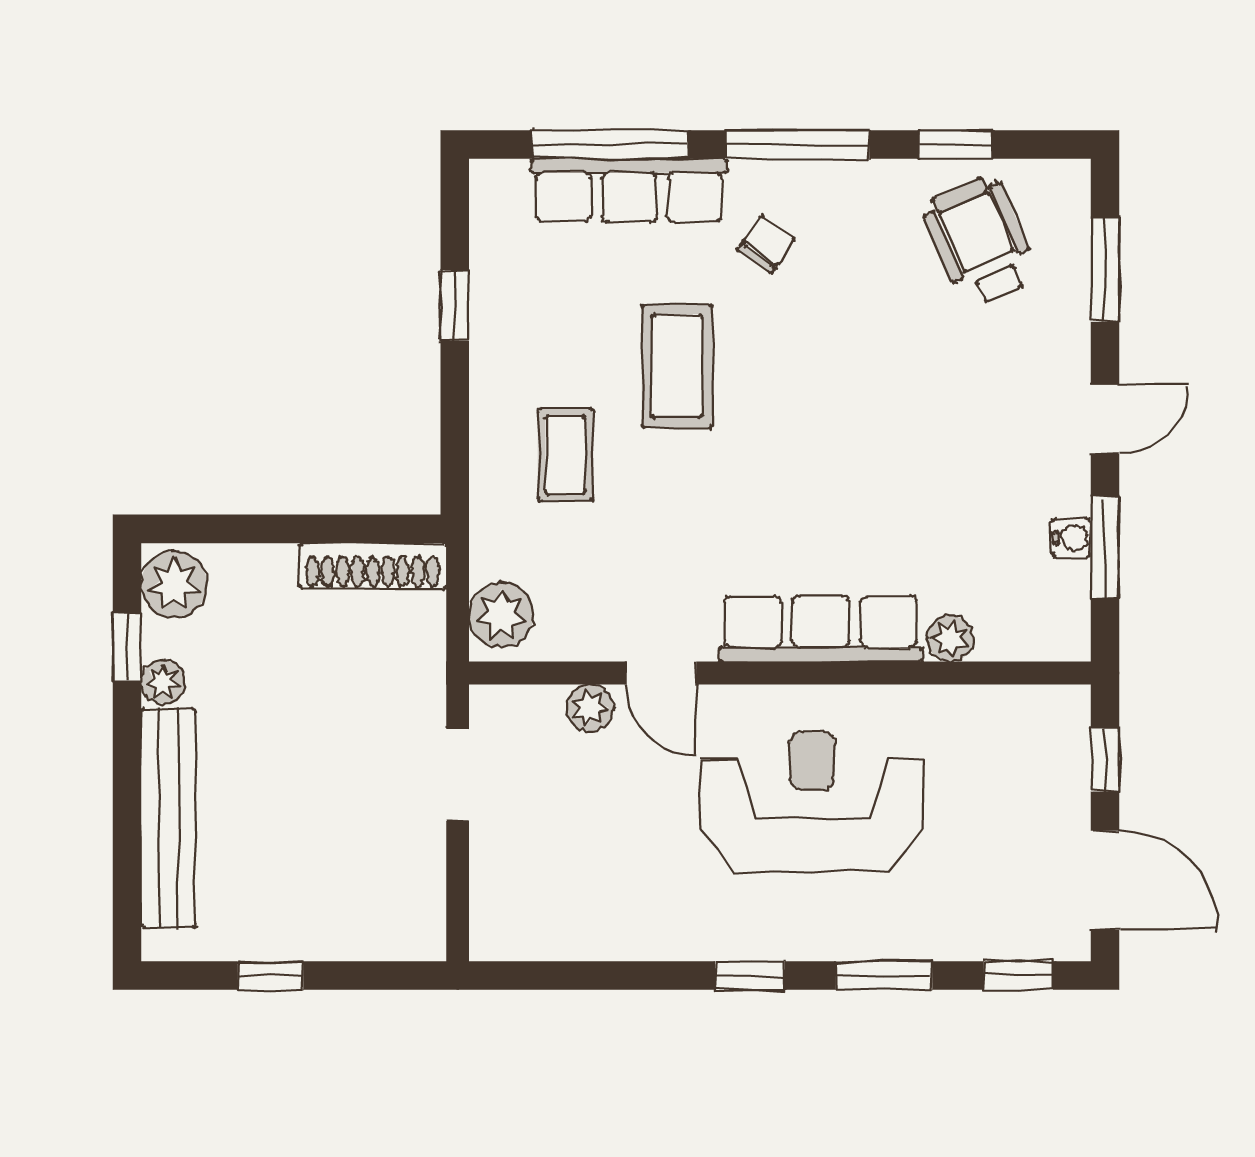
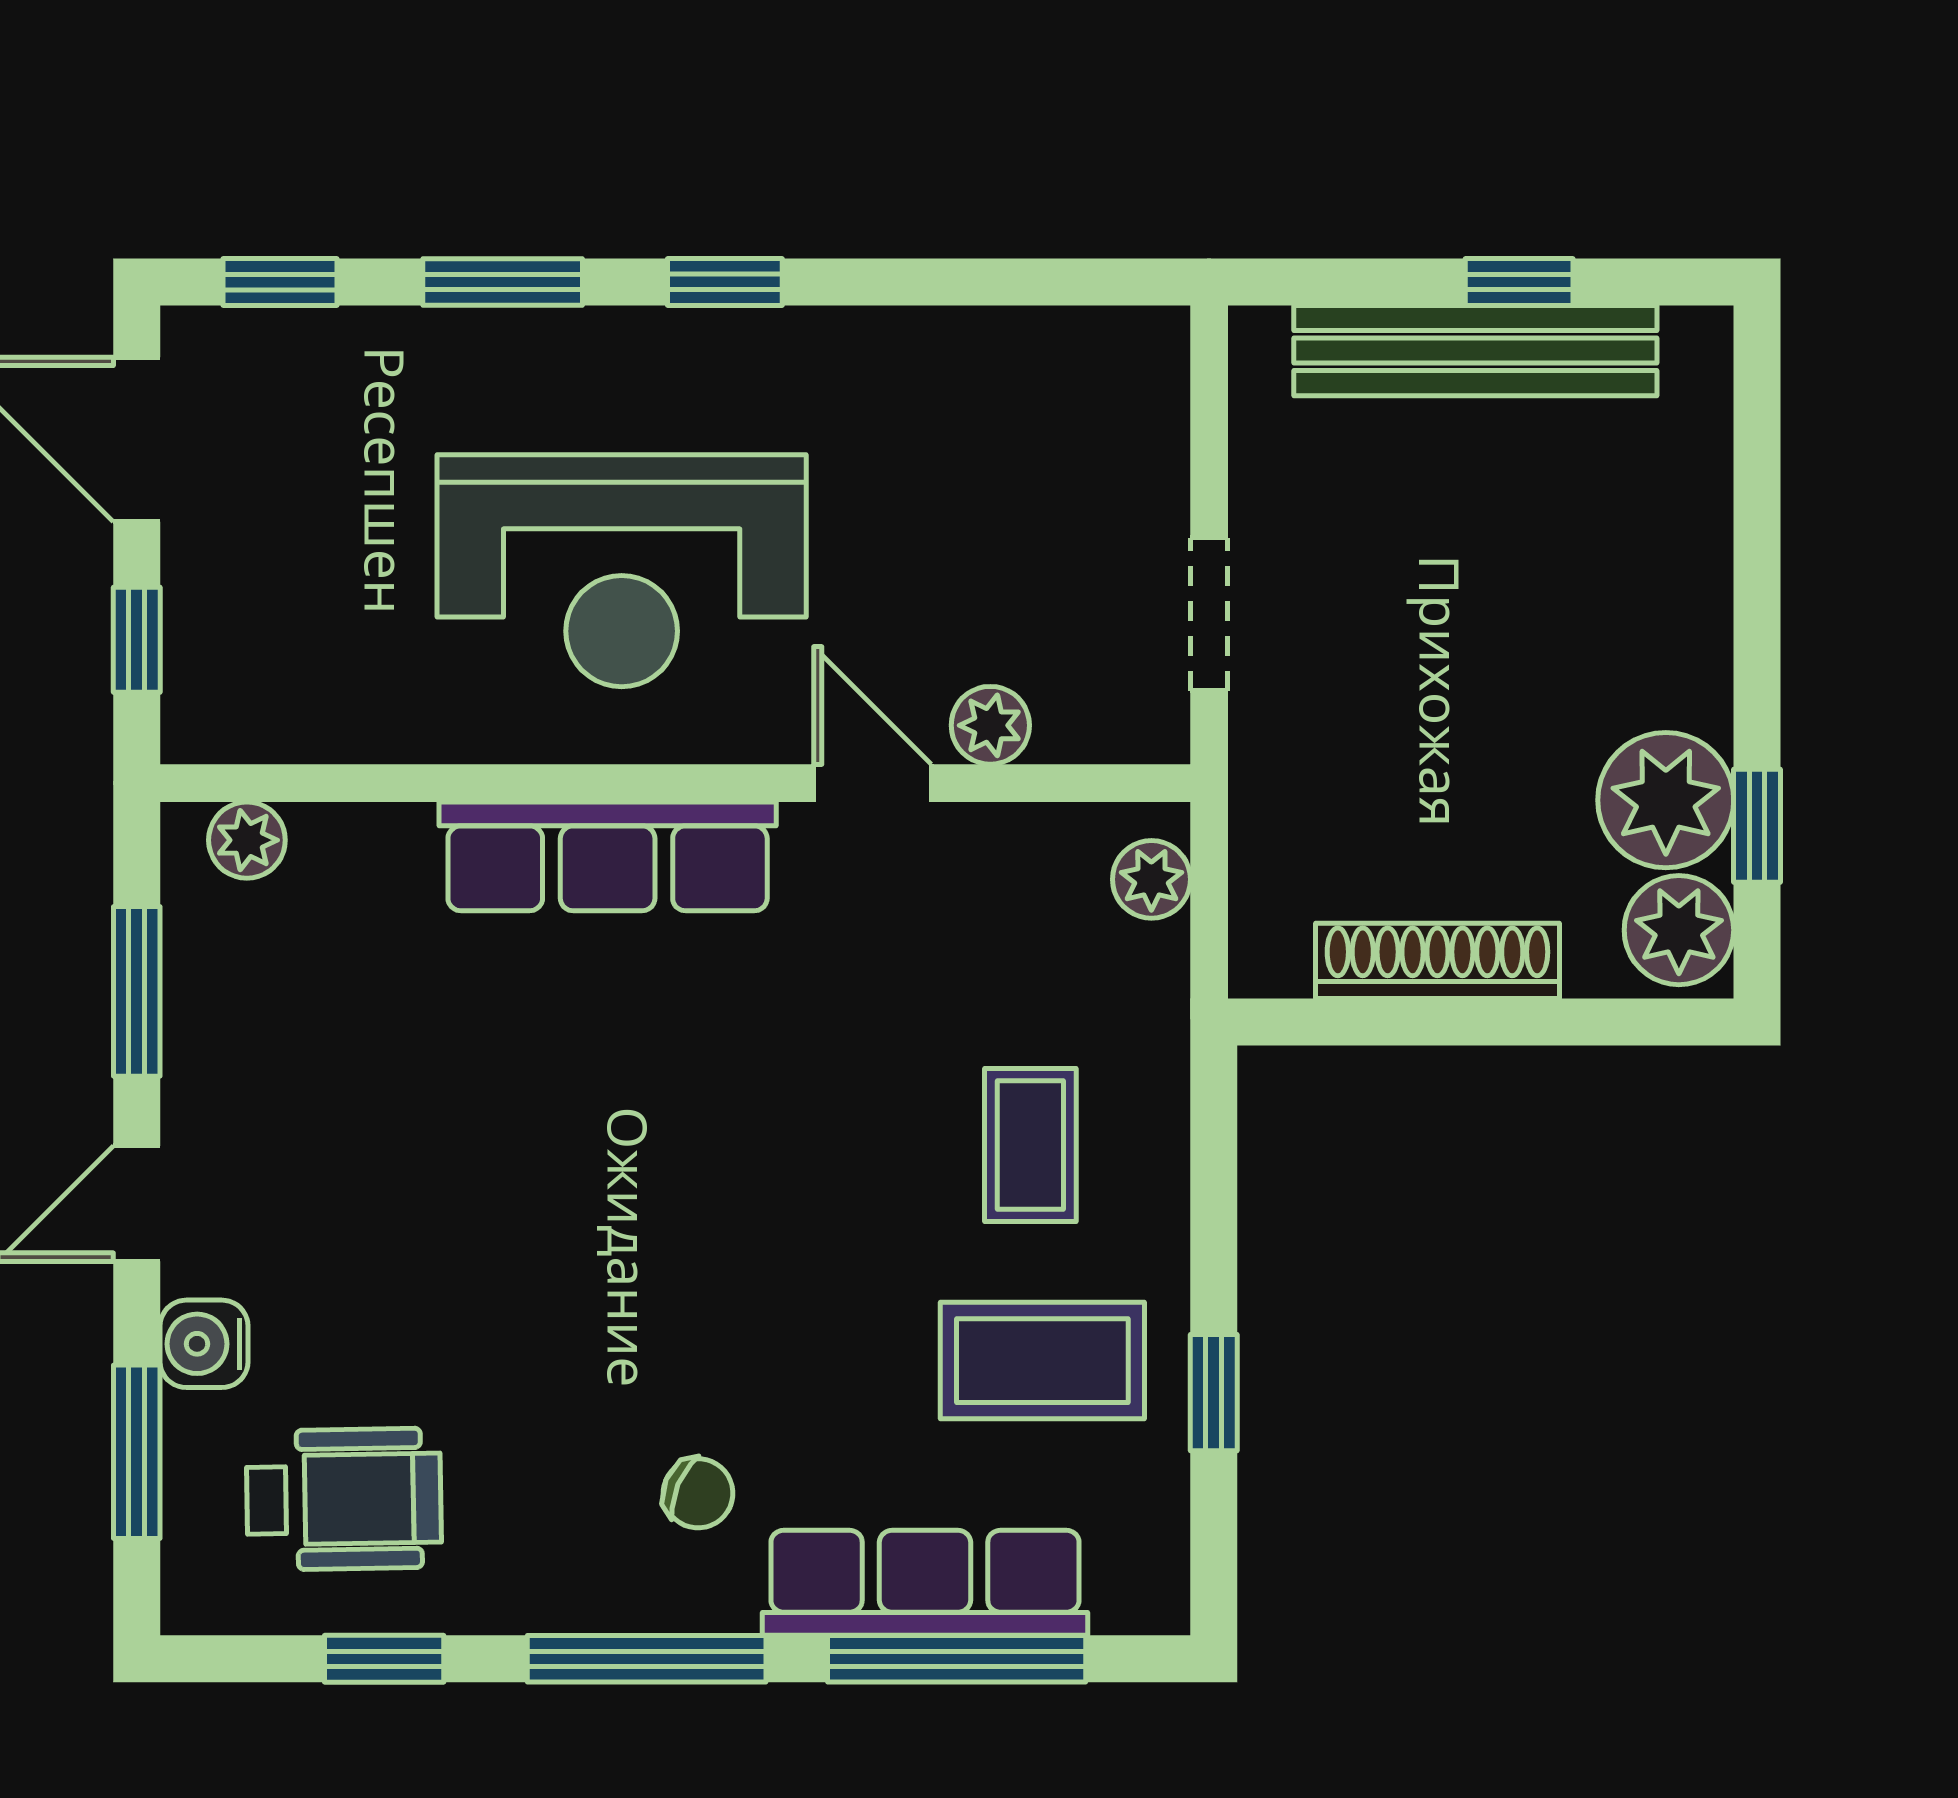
wheelchair: (980, 241) -> (344, 1499), turned -67
chair: (766, 244) -> (698, 1493), turned -102
coffee table: (677, 366) -> (1042, 1361), moved, turned 90
water cooler: (1072, 538) -> (204, 1344), moved, width x1.38, depth x1.38
shoe rack: (373, 566) -> (1437, 961), moved
plant: (501, 615) -> (1151, 879), width x0.73, depth x0.73
plant: (950, 639) -> (247, 840), moved
plant: (163, 682) -> (1666, 800), width x1.87, depth x1.87
bench: (168, 818) -> (1475, 351), moved, turned 90

